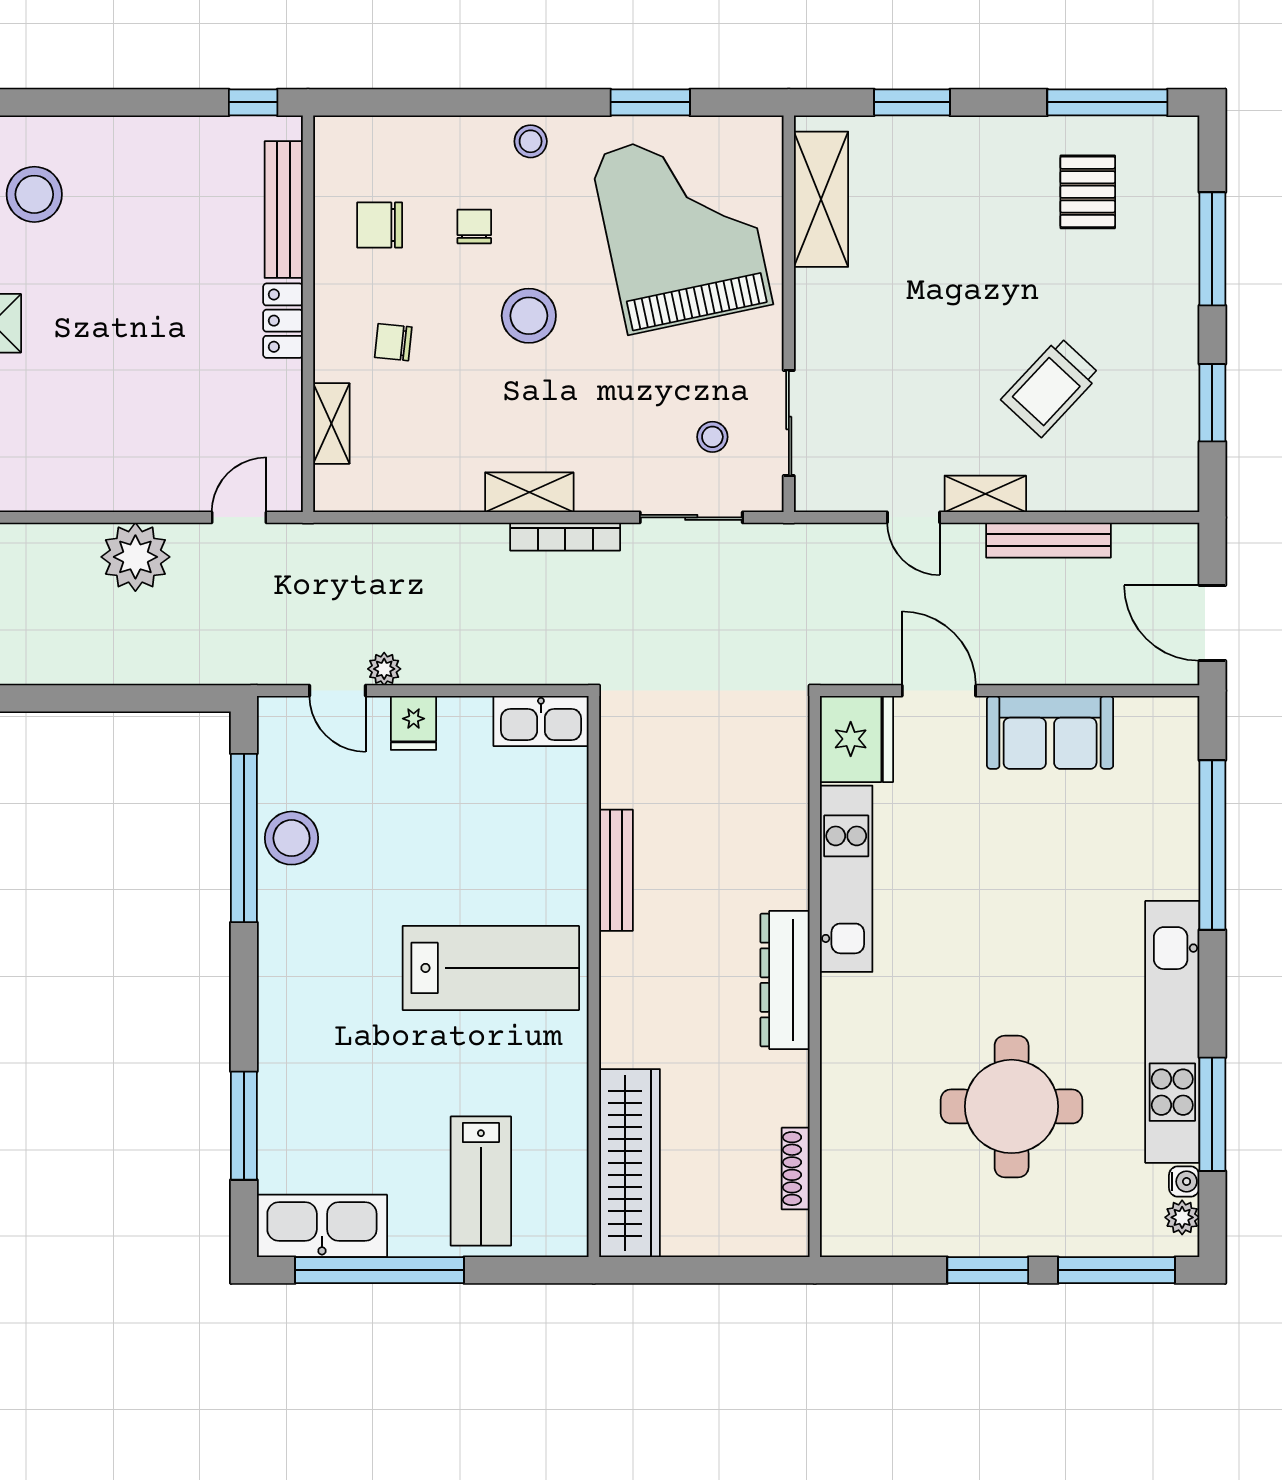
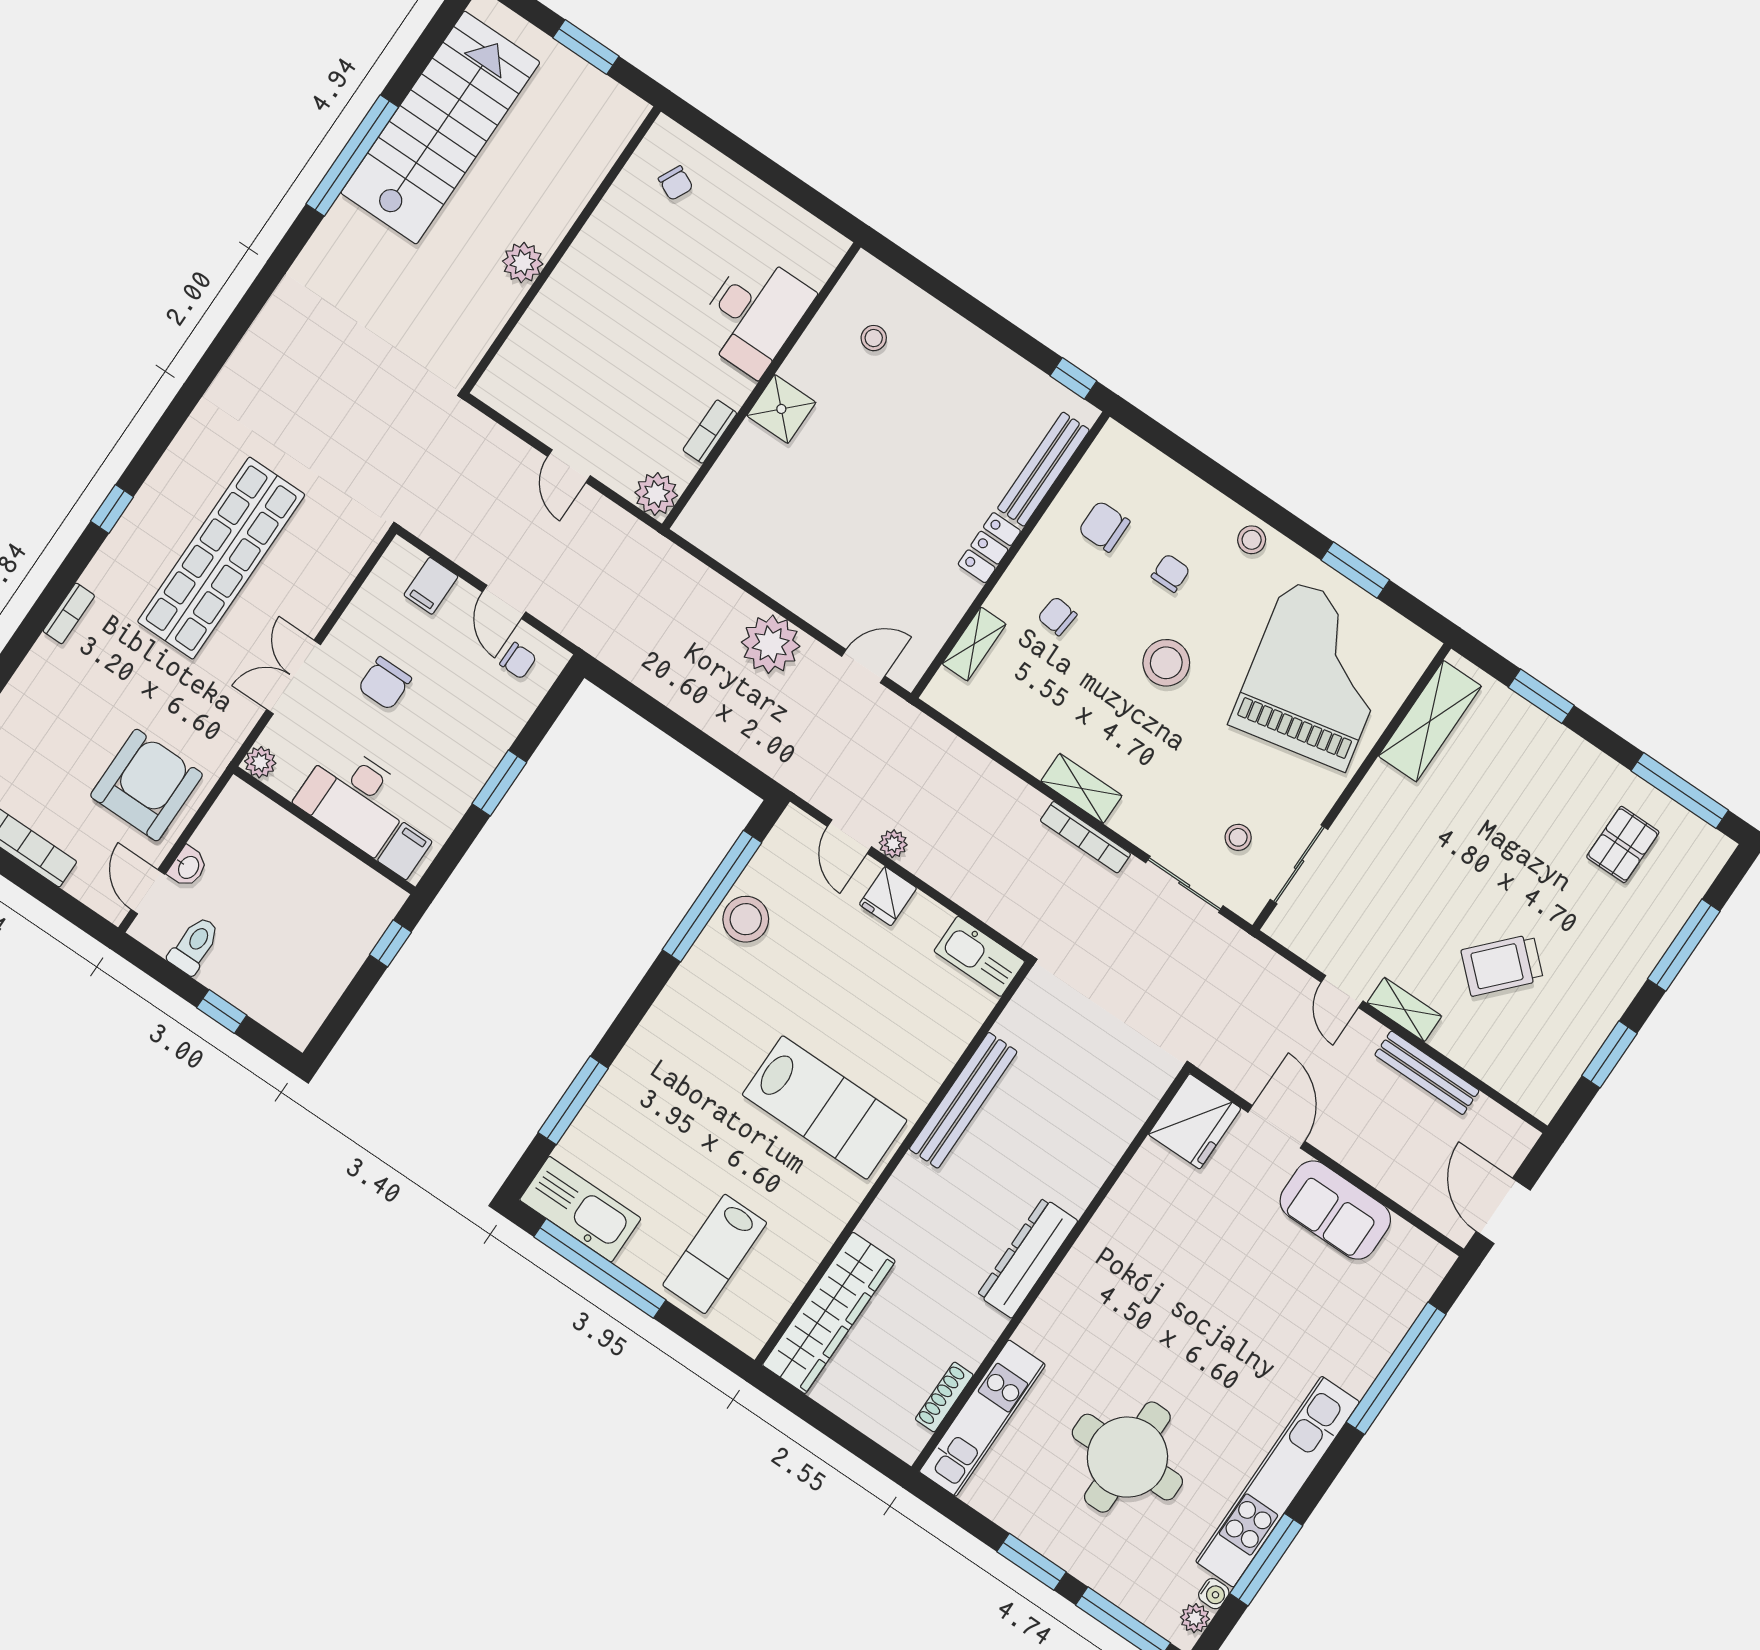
stool: (34, 194) -> (874, 338), width x0.53, depth x0.53
bench: (616, 870) -> (963, 1100), width x1.37, depth x1.21
kitchen unit: (846, 879) -> (982, 1418), moved

